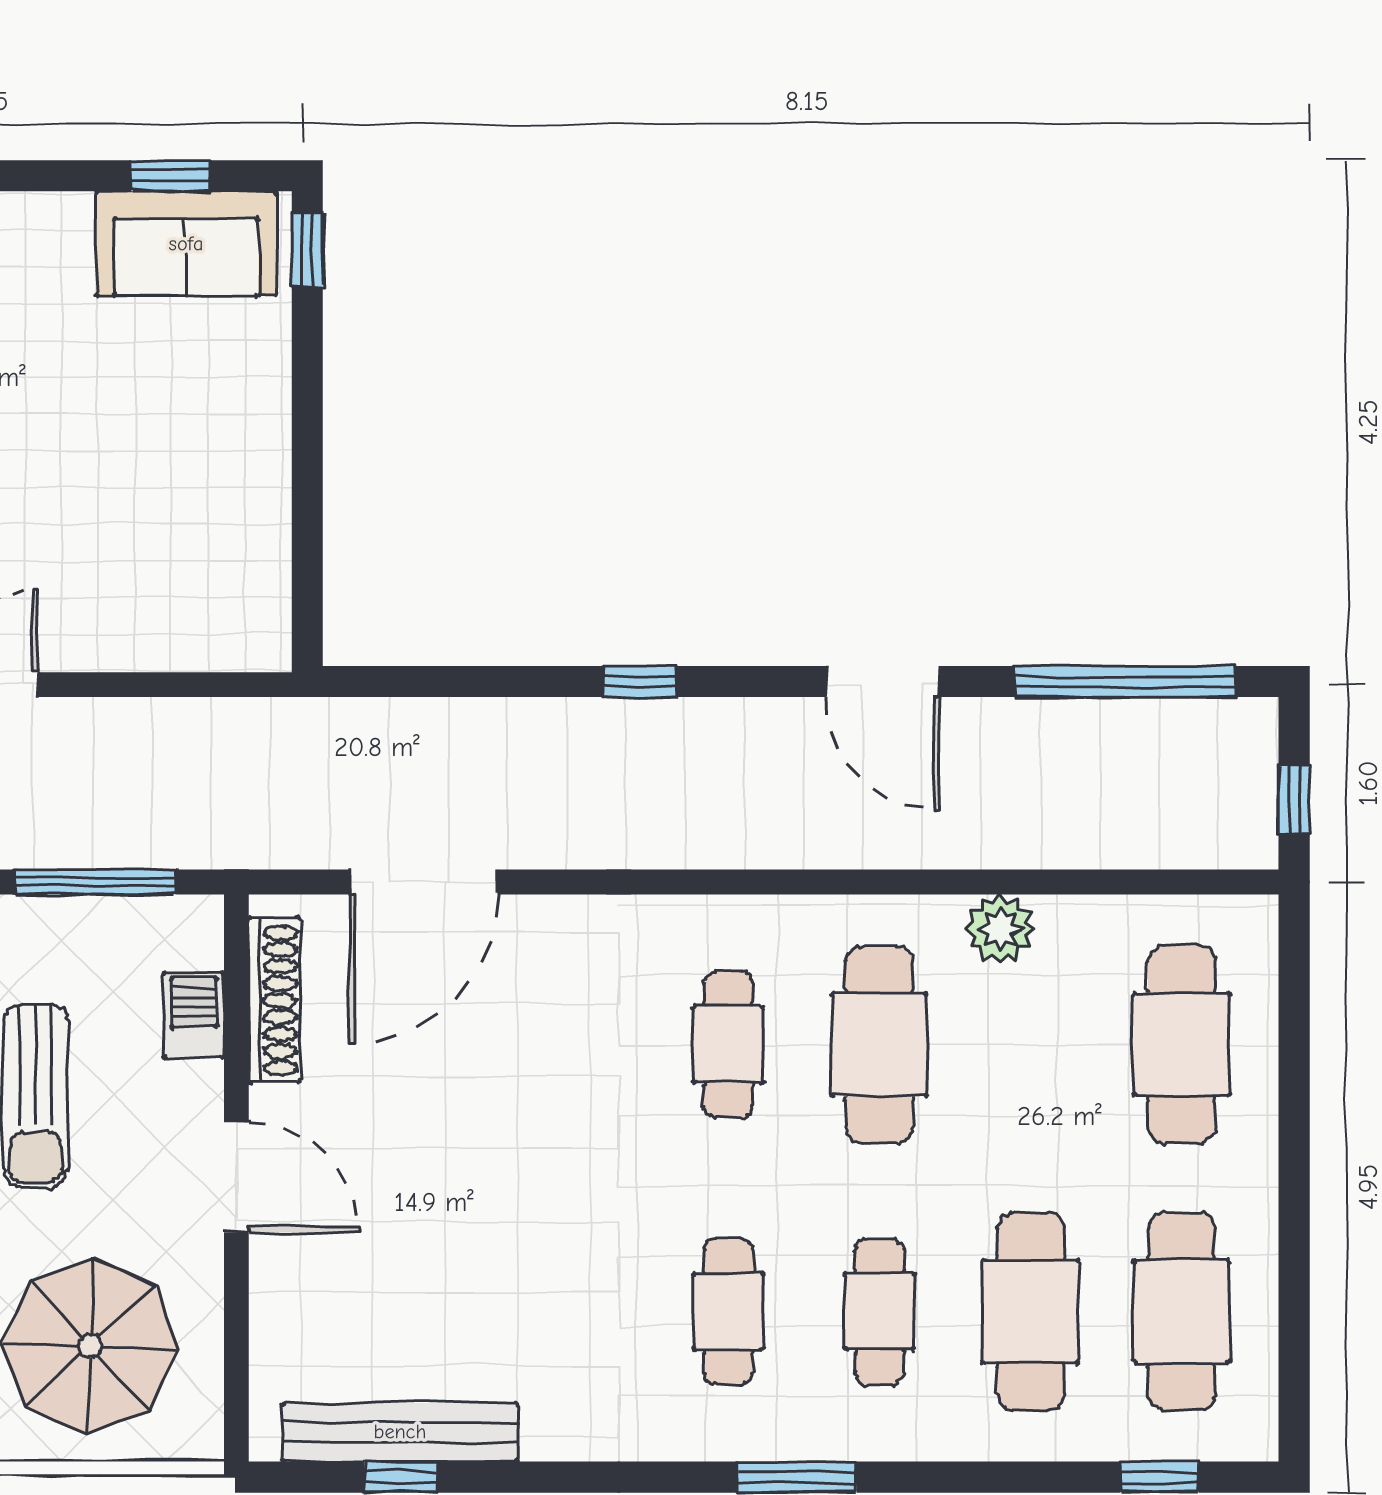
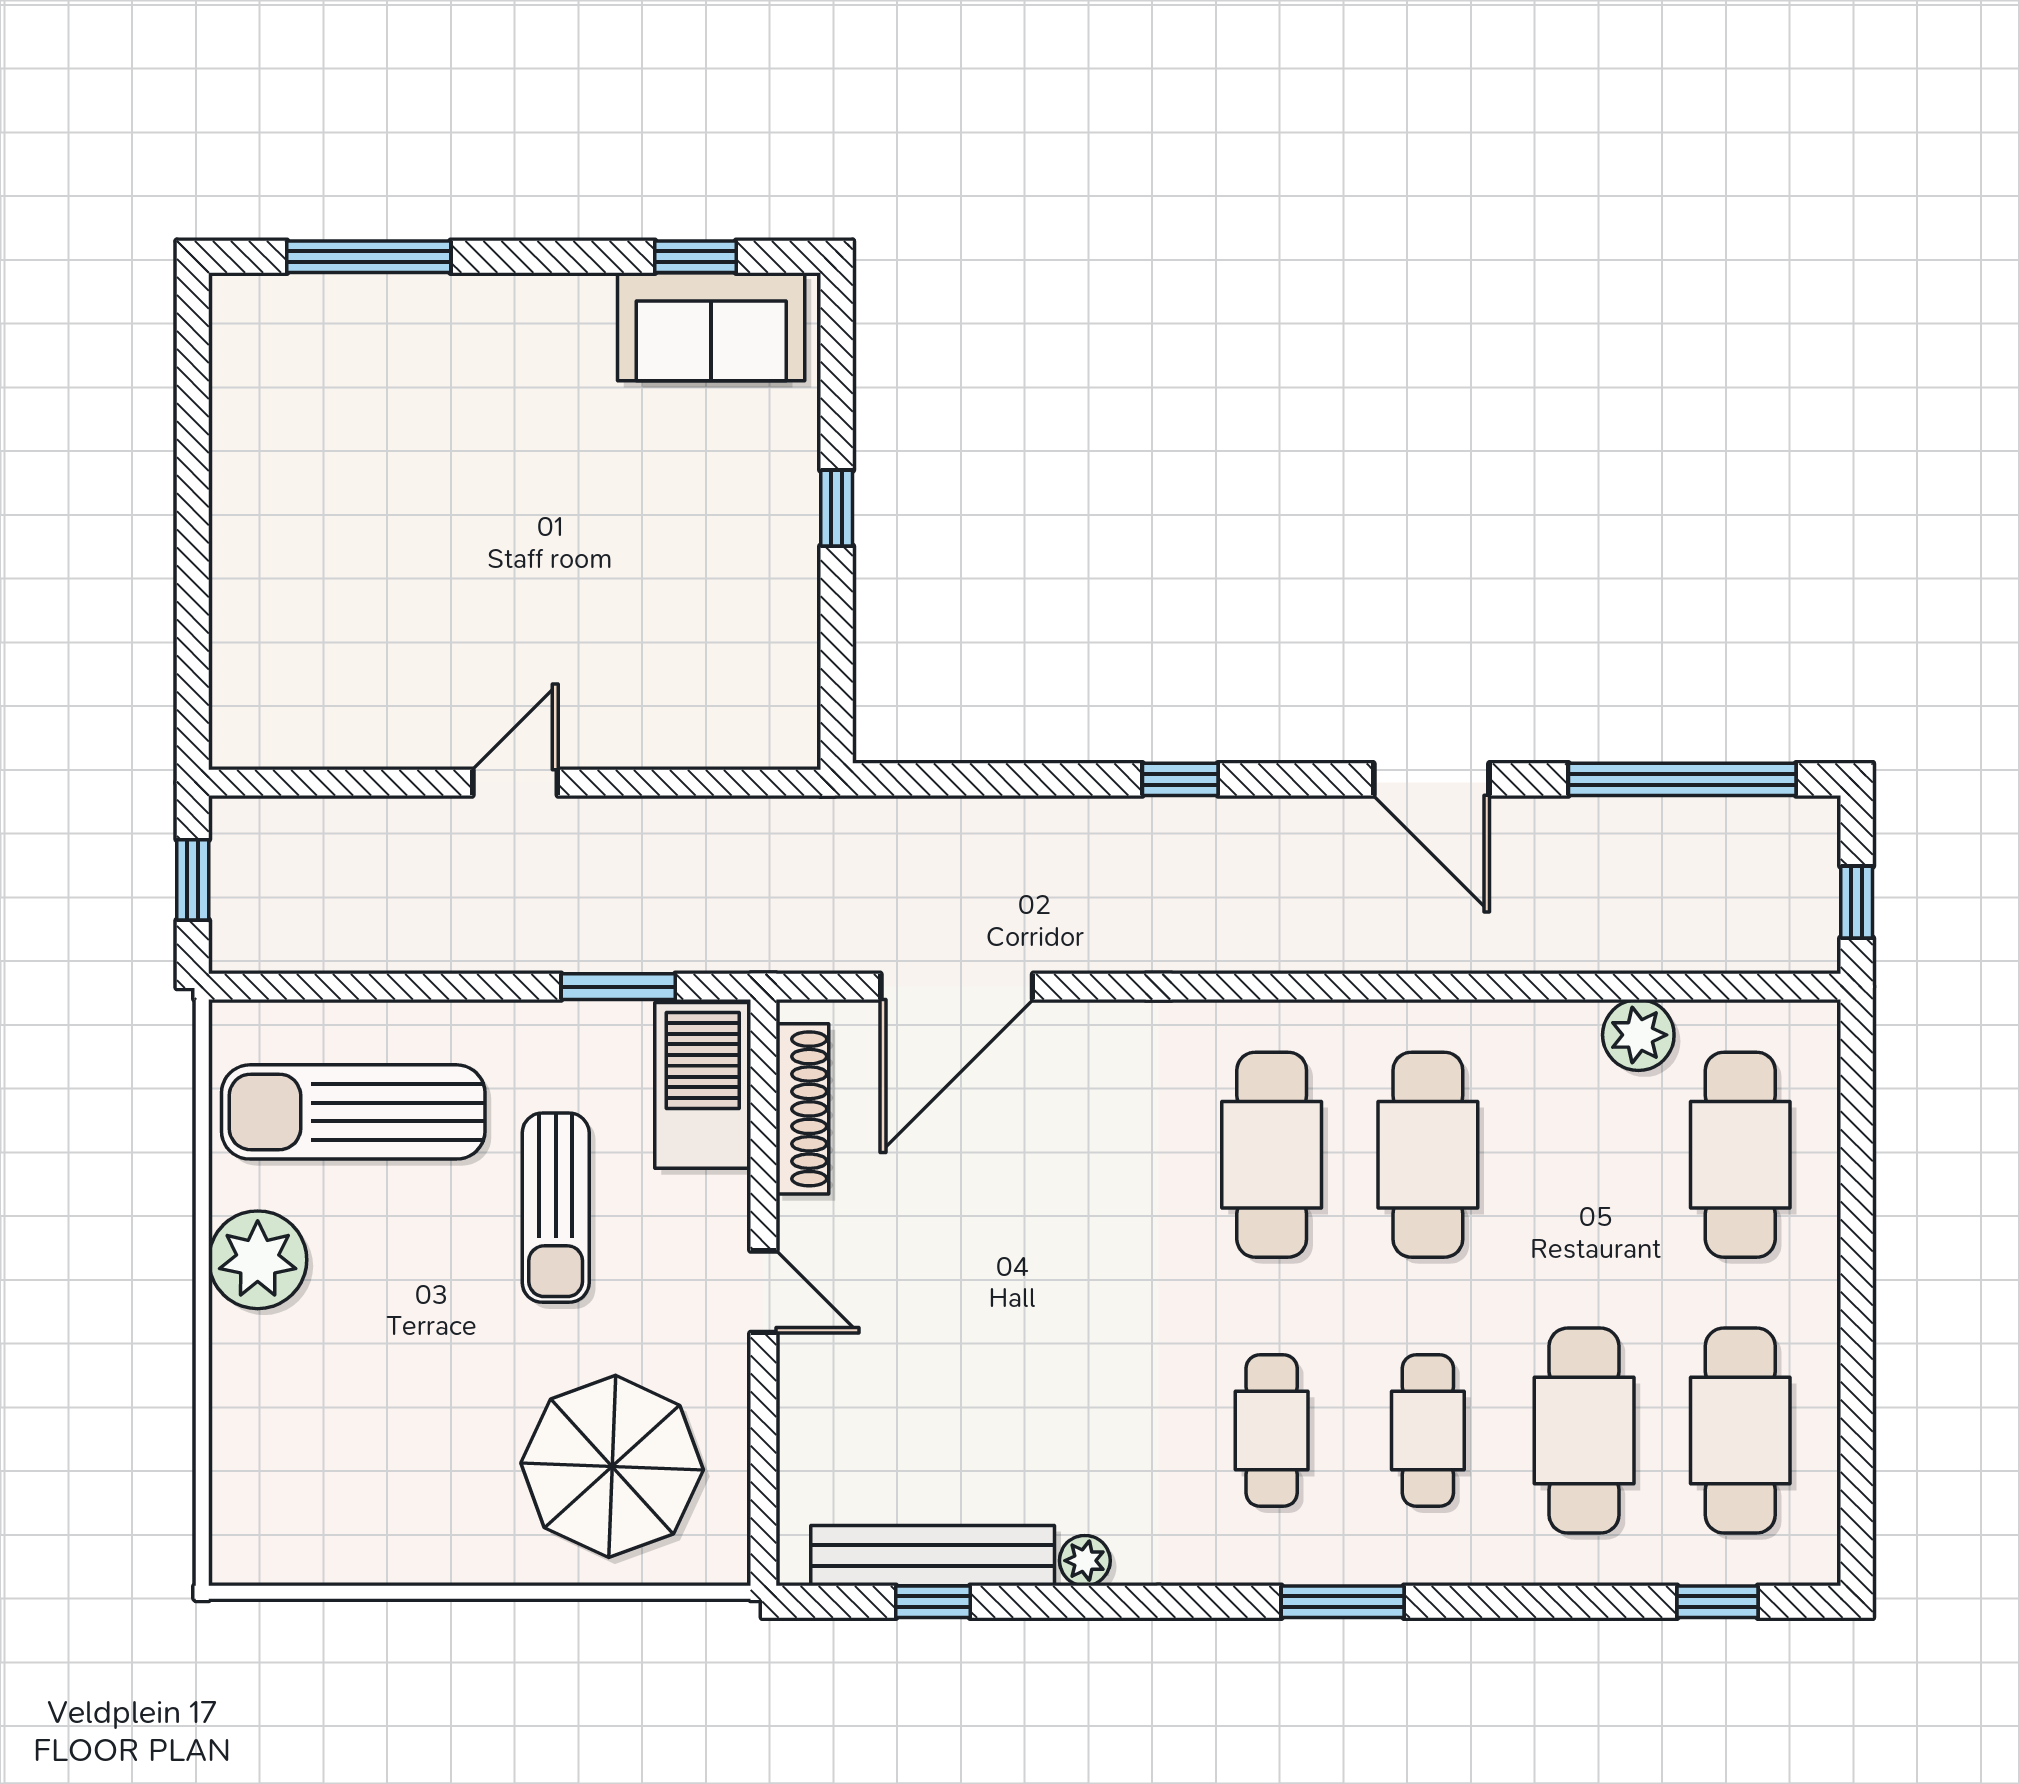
window: (307, 250) -> (837, 508), moved
window: (96, 882) -> (618, 987), width x0.69
plant: (1001, 929) -> (1638, 1035), moved
barbecue: (194, 1015) -> (703, 1085), width x1.88, depth x1.53
cafe table: (728, 1045) -> (1272, 1155), width x1.37, depth x1.35
door: (236, 1177) -> (763, 1292), width x0.73
plant: (547, 1437) -> (1085, 1561), added

